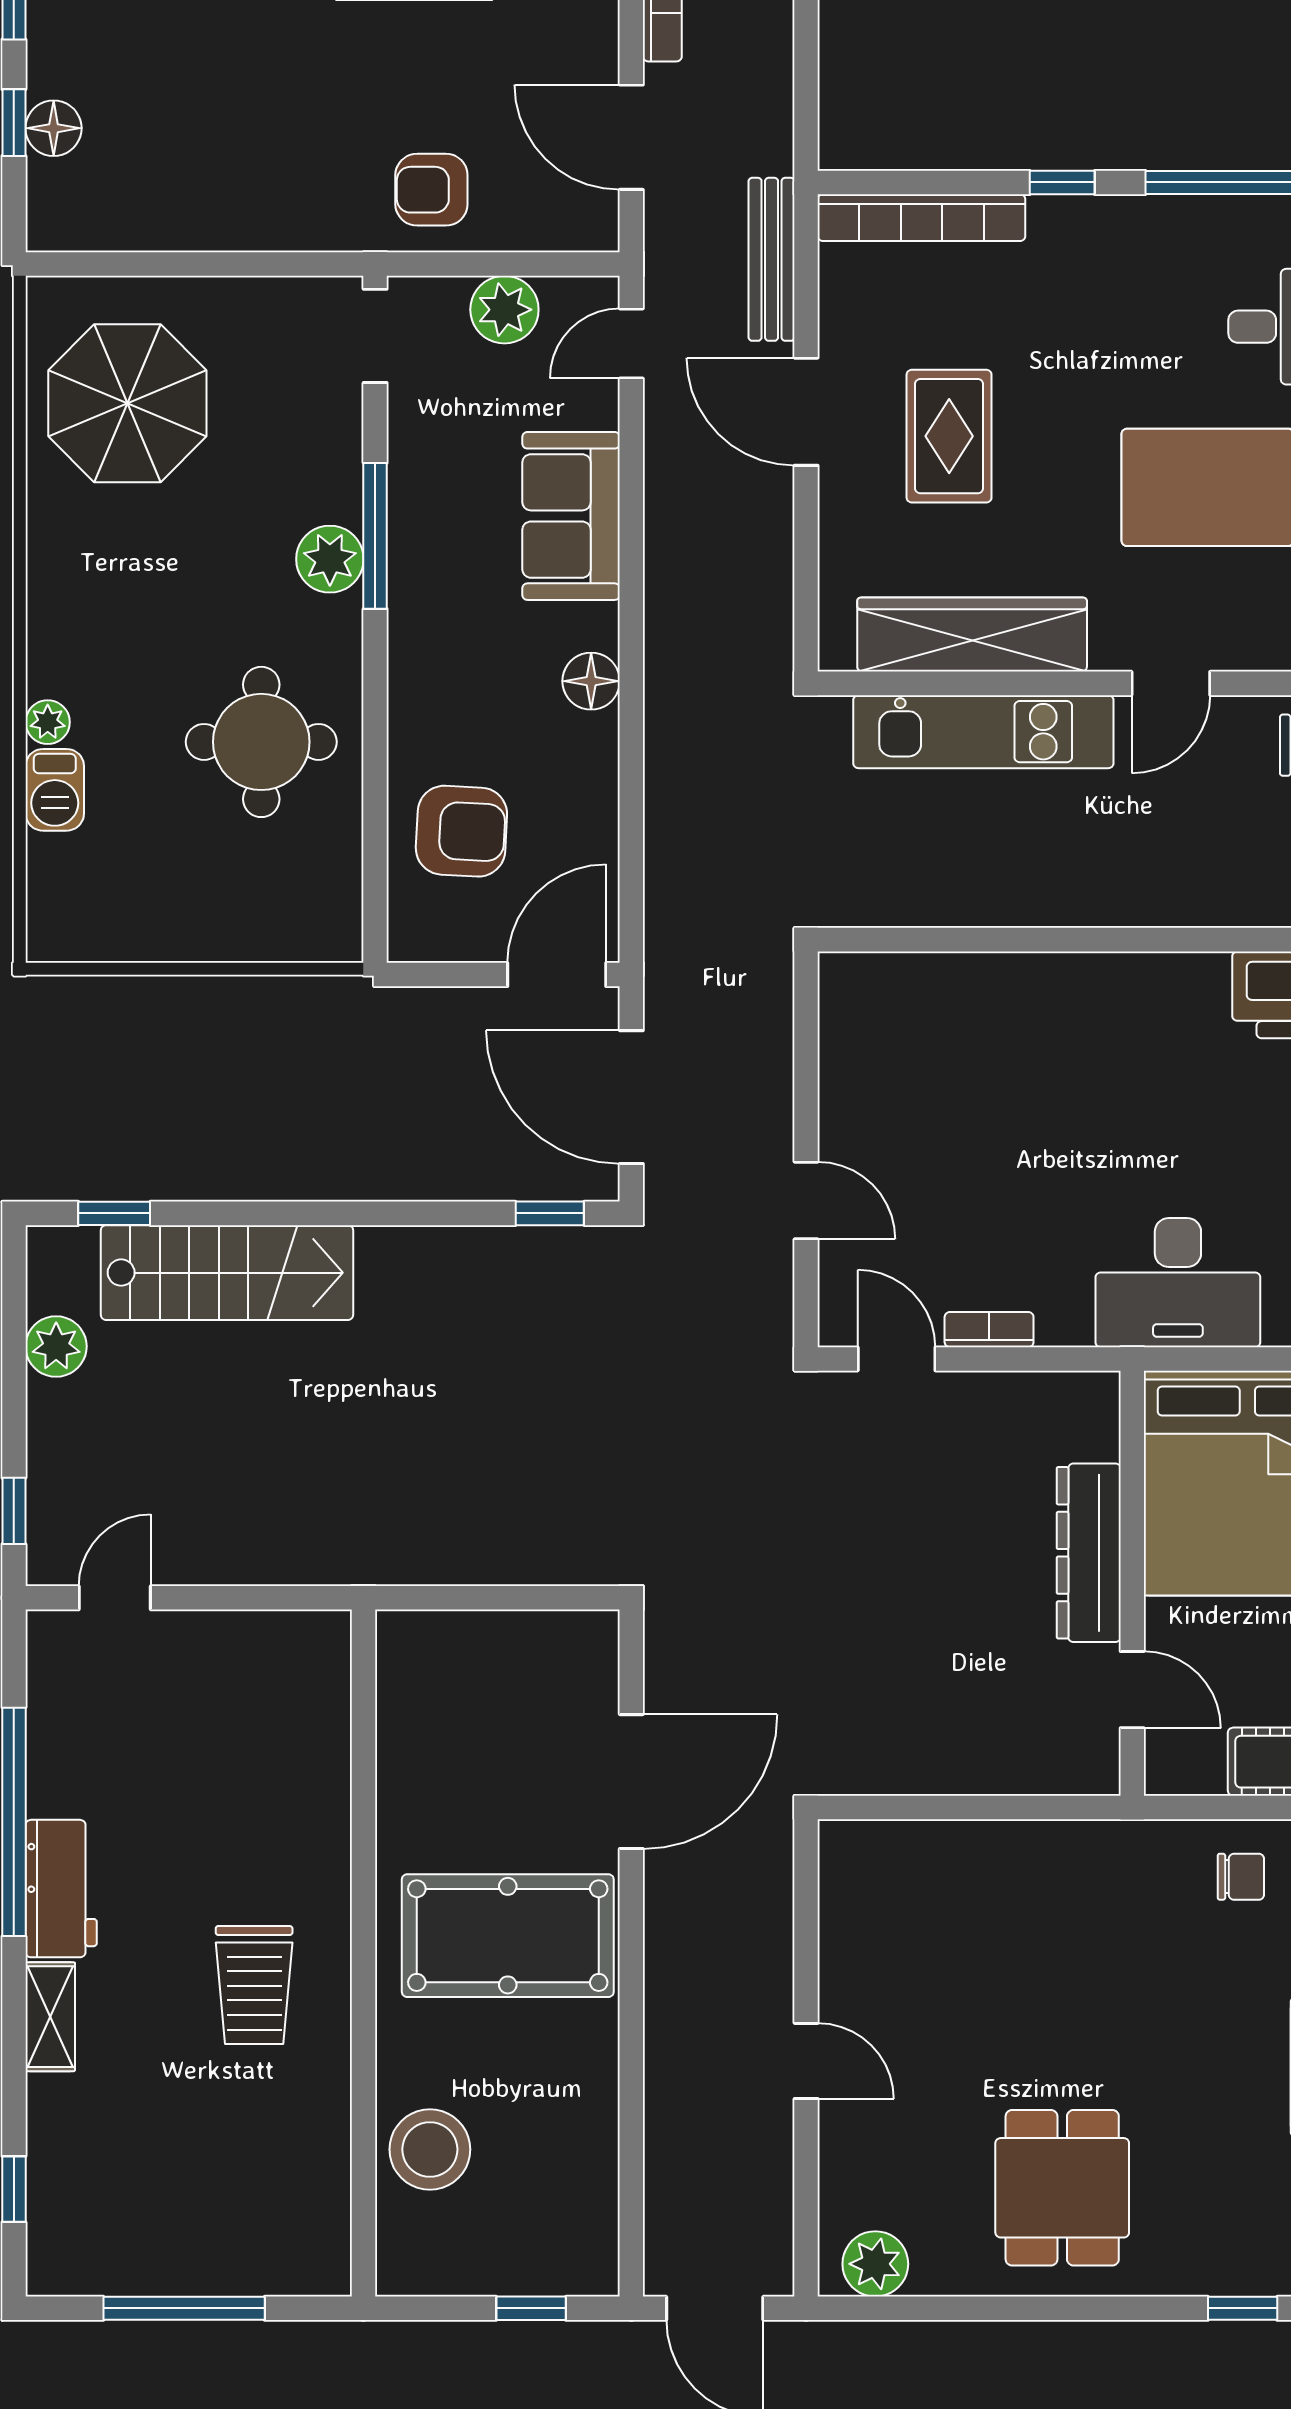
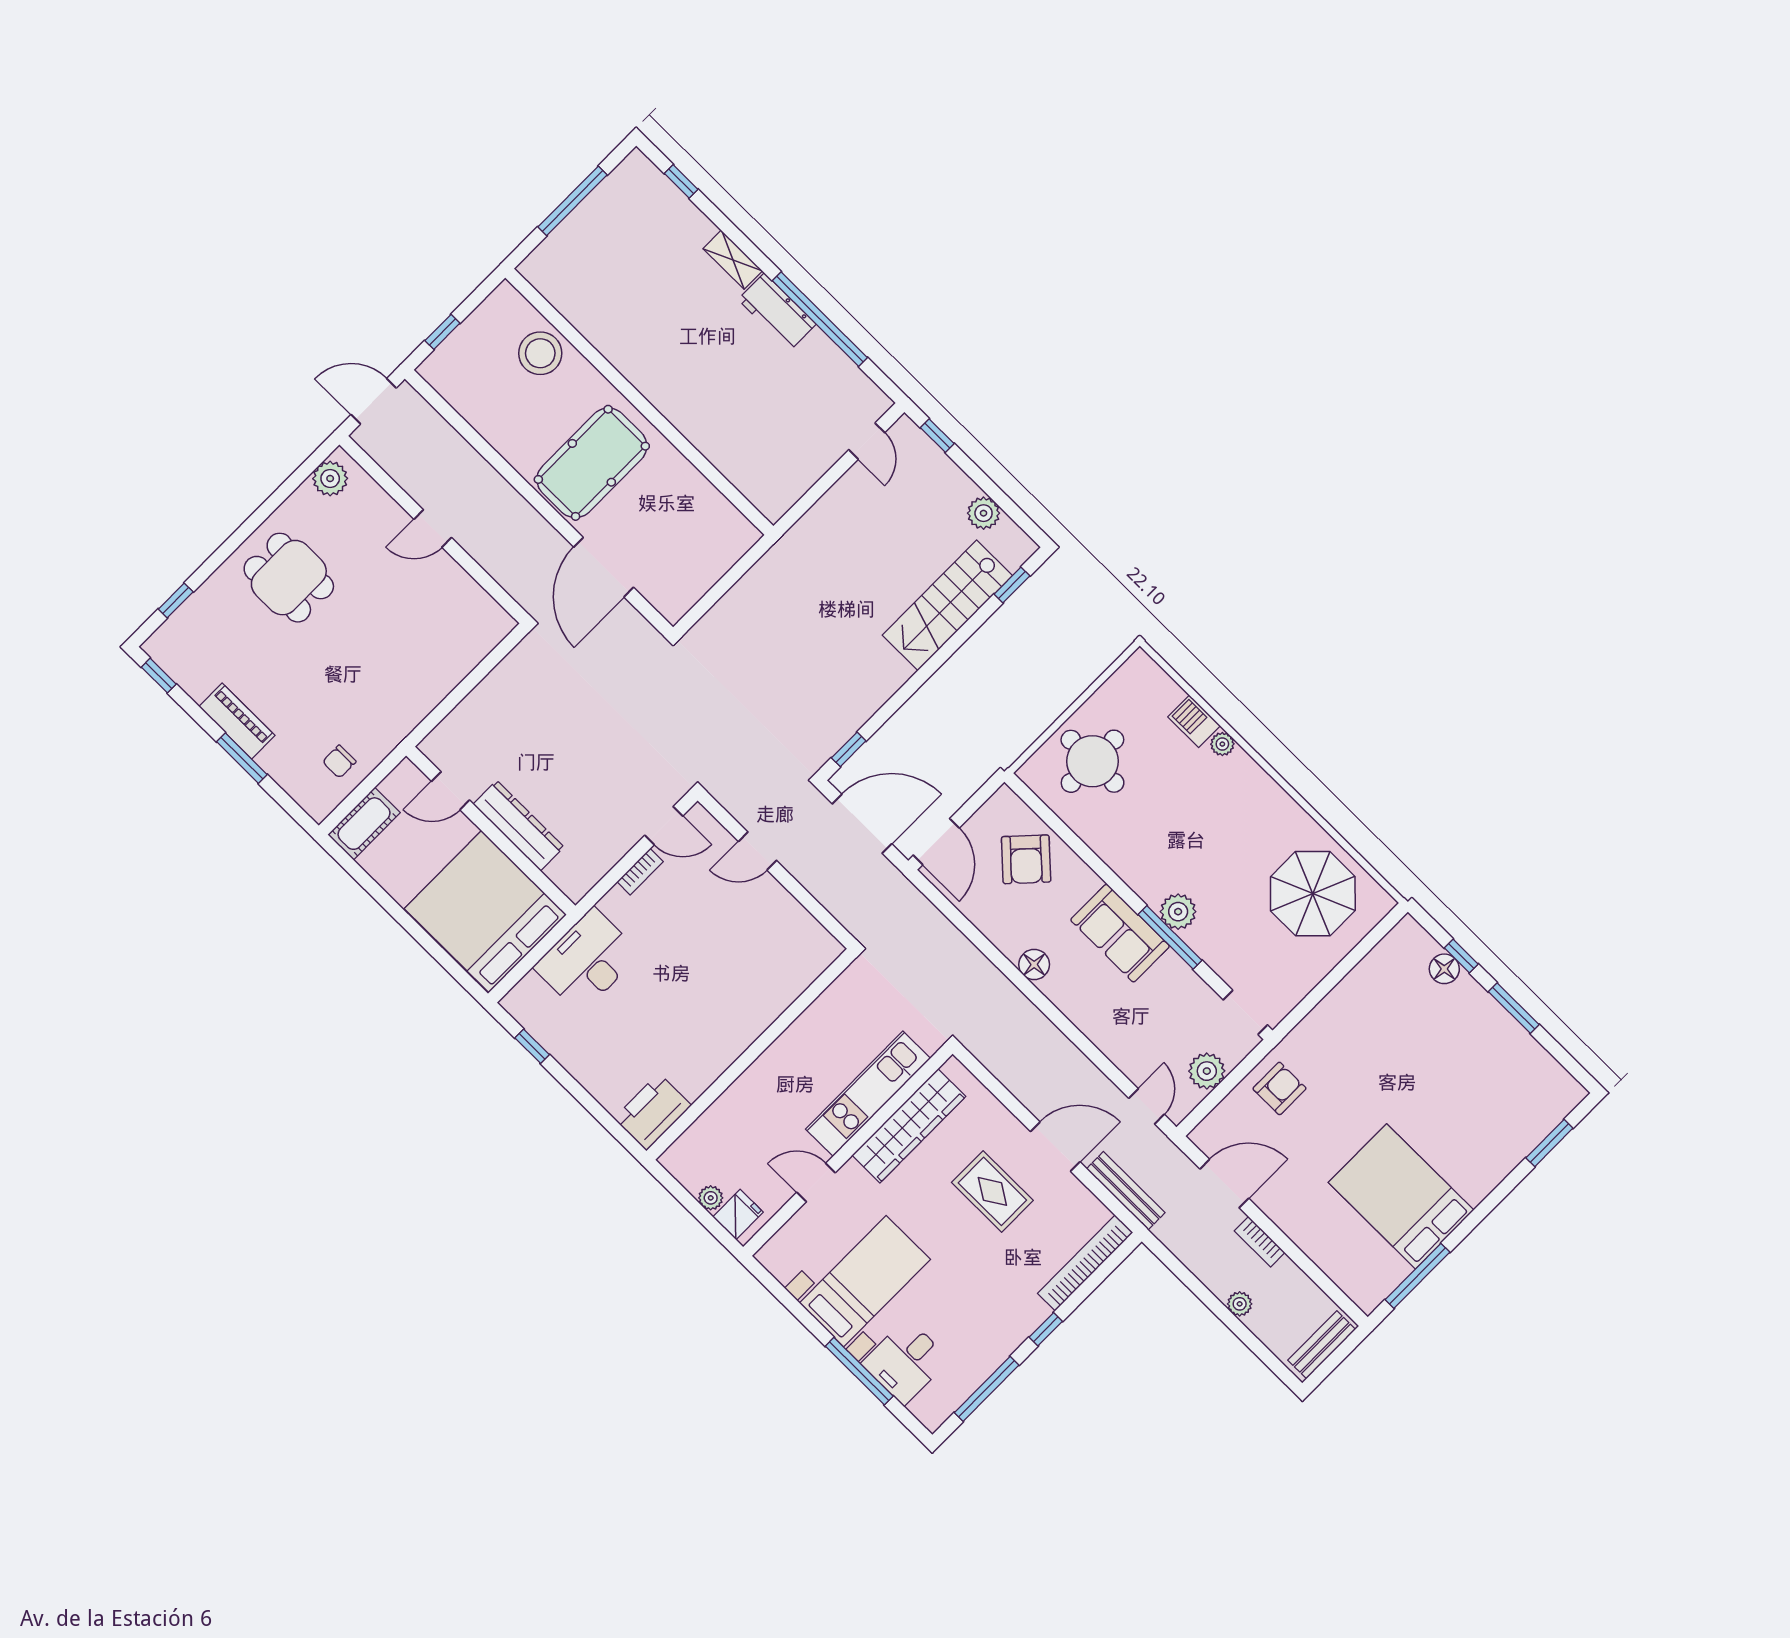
sofa: (571, 516) -> (1120, 933), moved, turned 180
door: (1171, 683) -> (816, 1182), hinge flipped
round table: (261, 742) -> (1092, 761), moved
armchair: (461, 831) -> (1026, 859), turned -50
trolley: (254, 1985) -> (668, 349), removed

